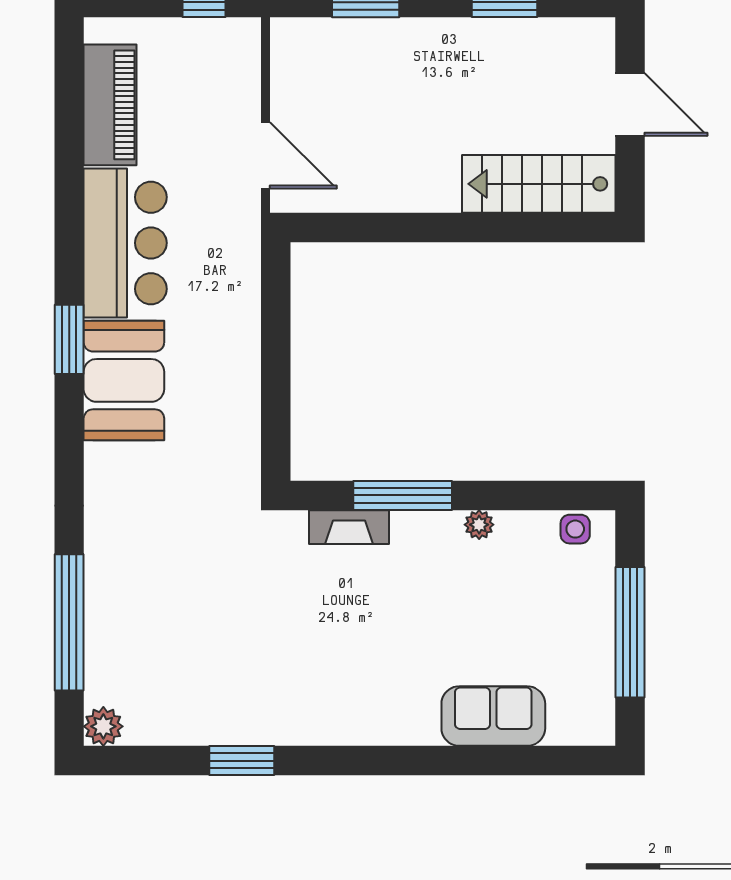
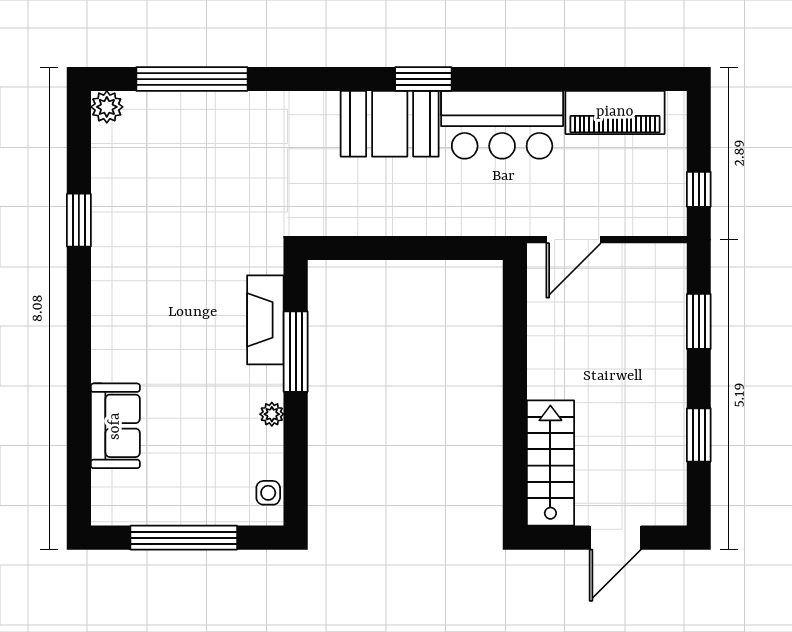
fireplace: (349, 527) -> (265, 320), width x1.37, depth x1.32

